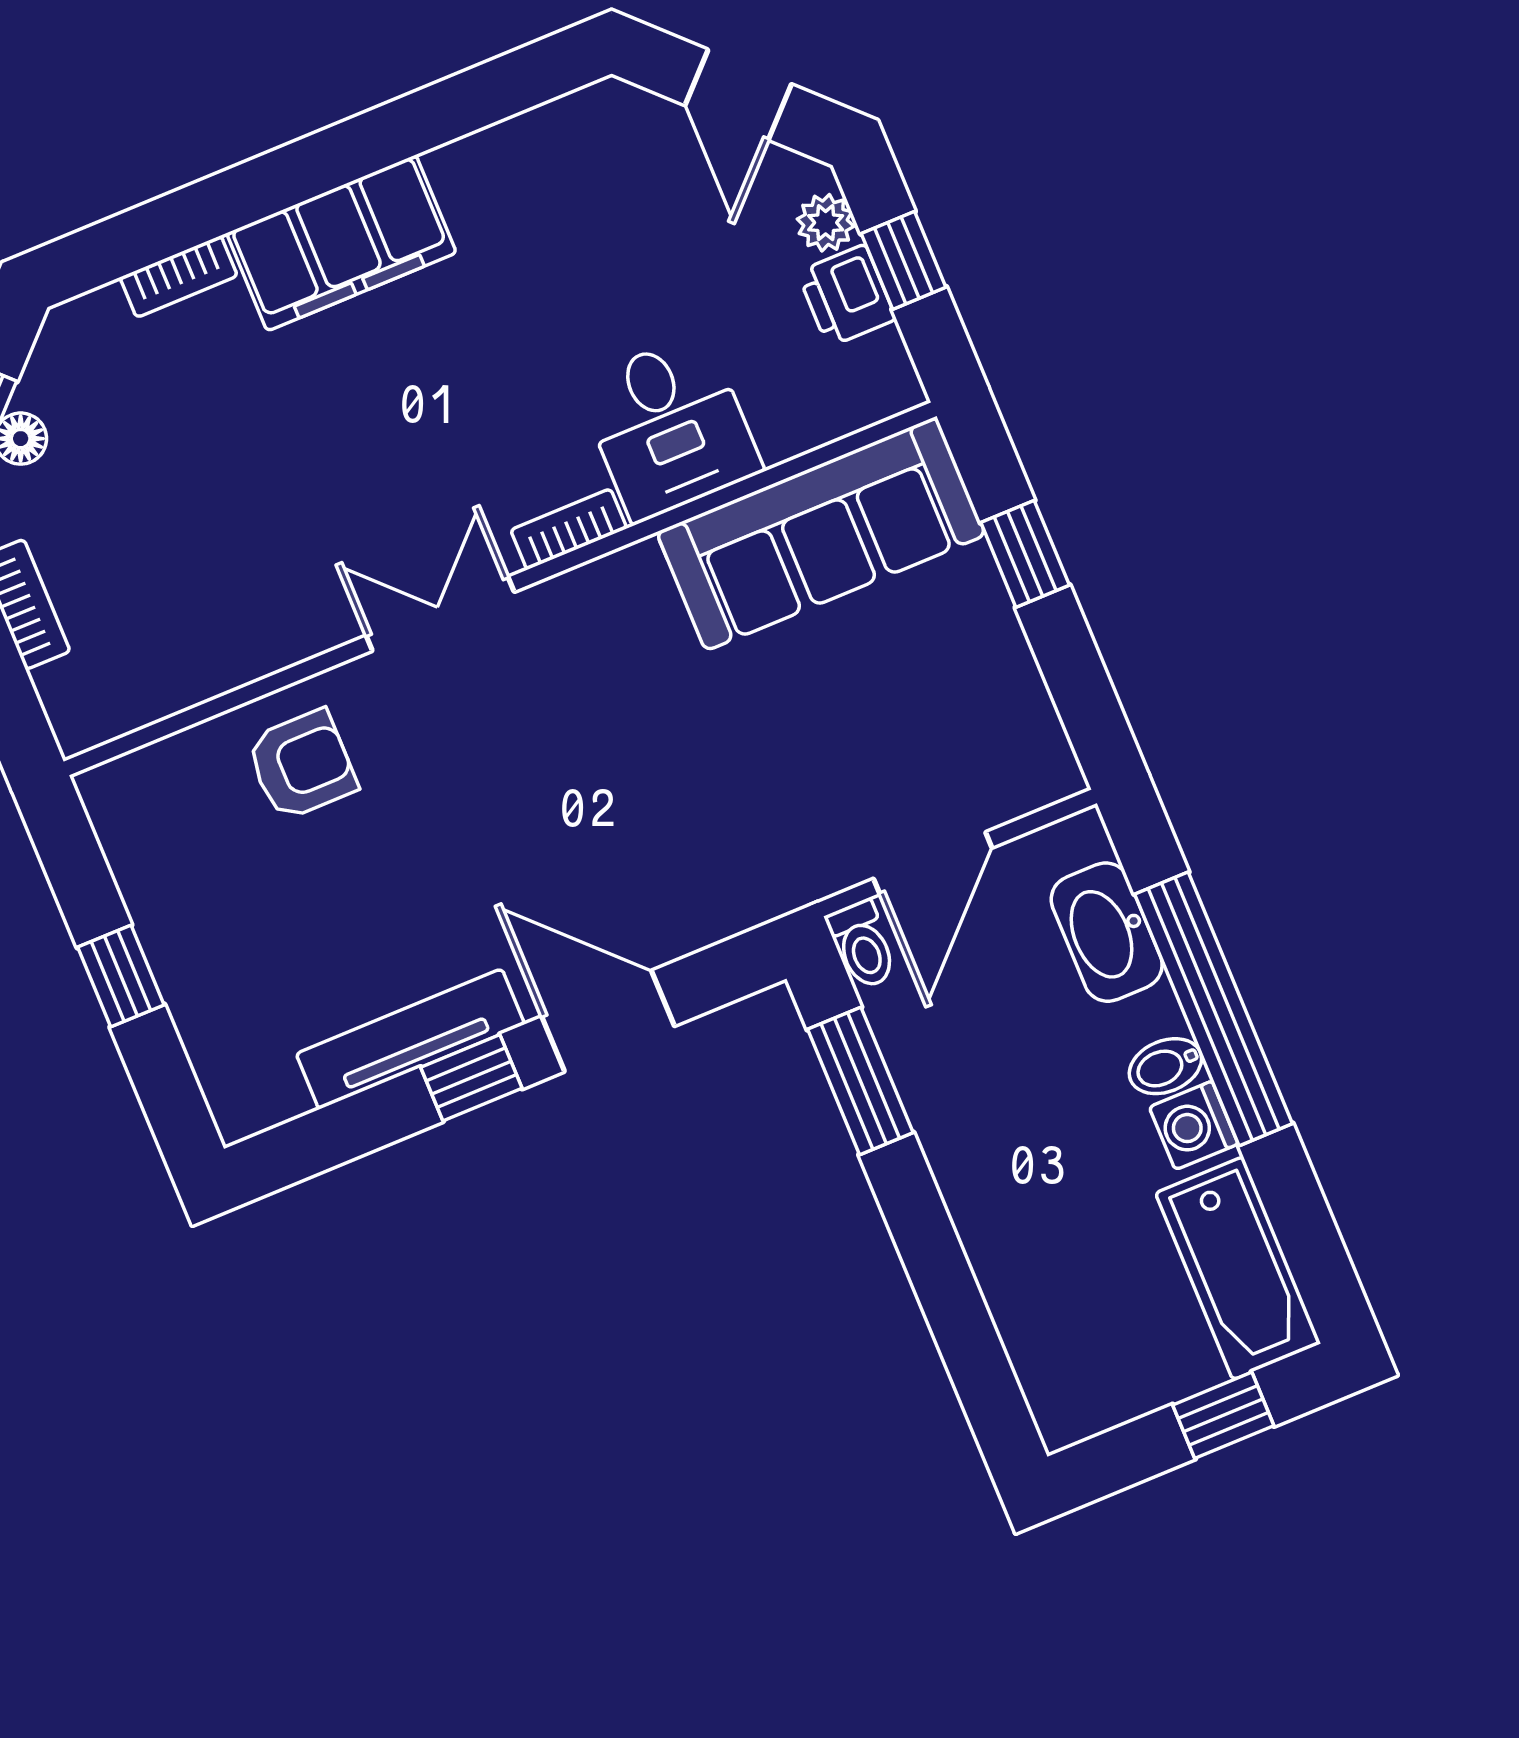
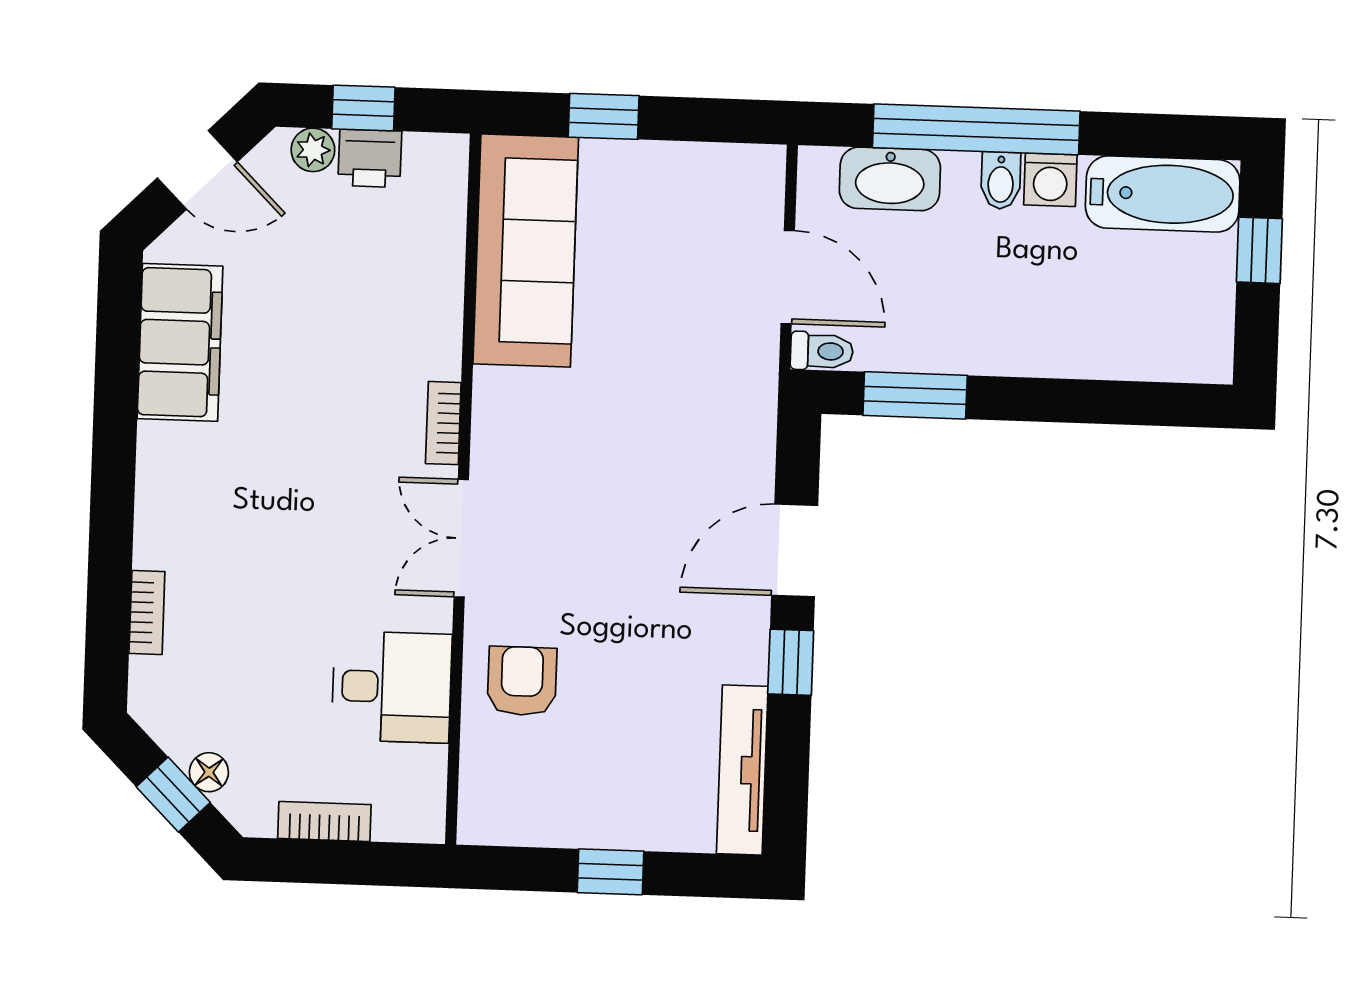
filing cabinet: (341, 243) -> (180, 342), moved
desk: (669, 427) -> (392, 687), moved
tv unit: (410, 1039) -> (742, 770), moved

